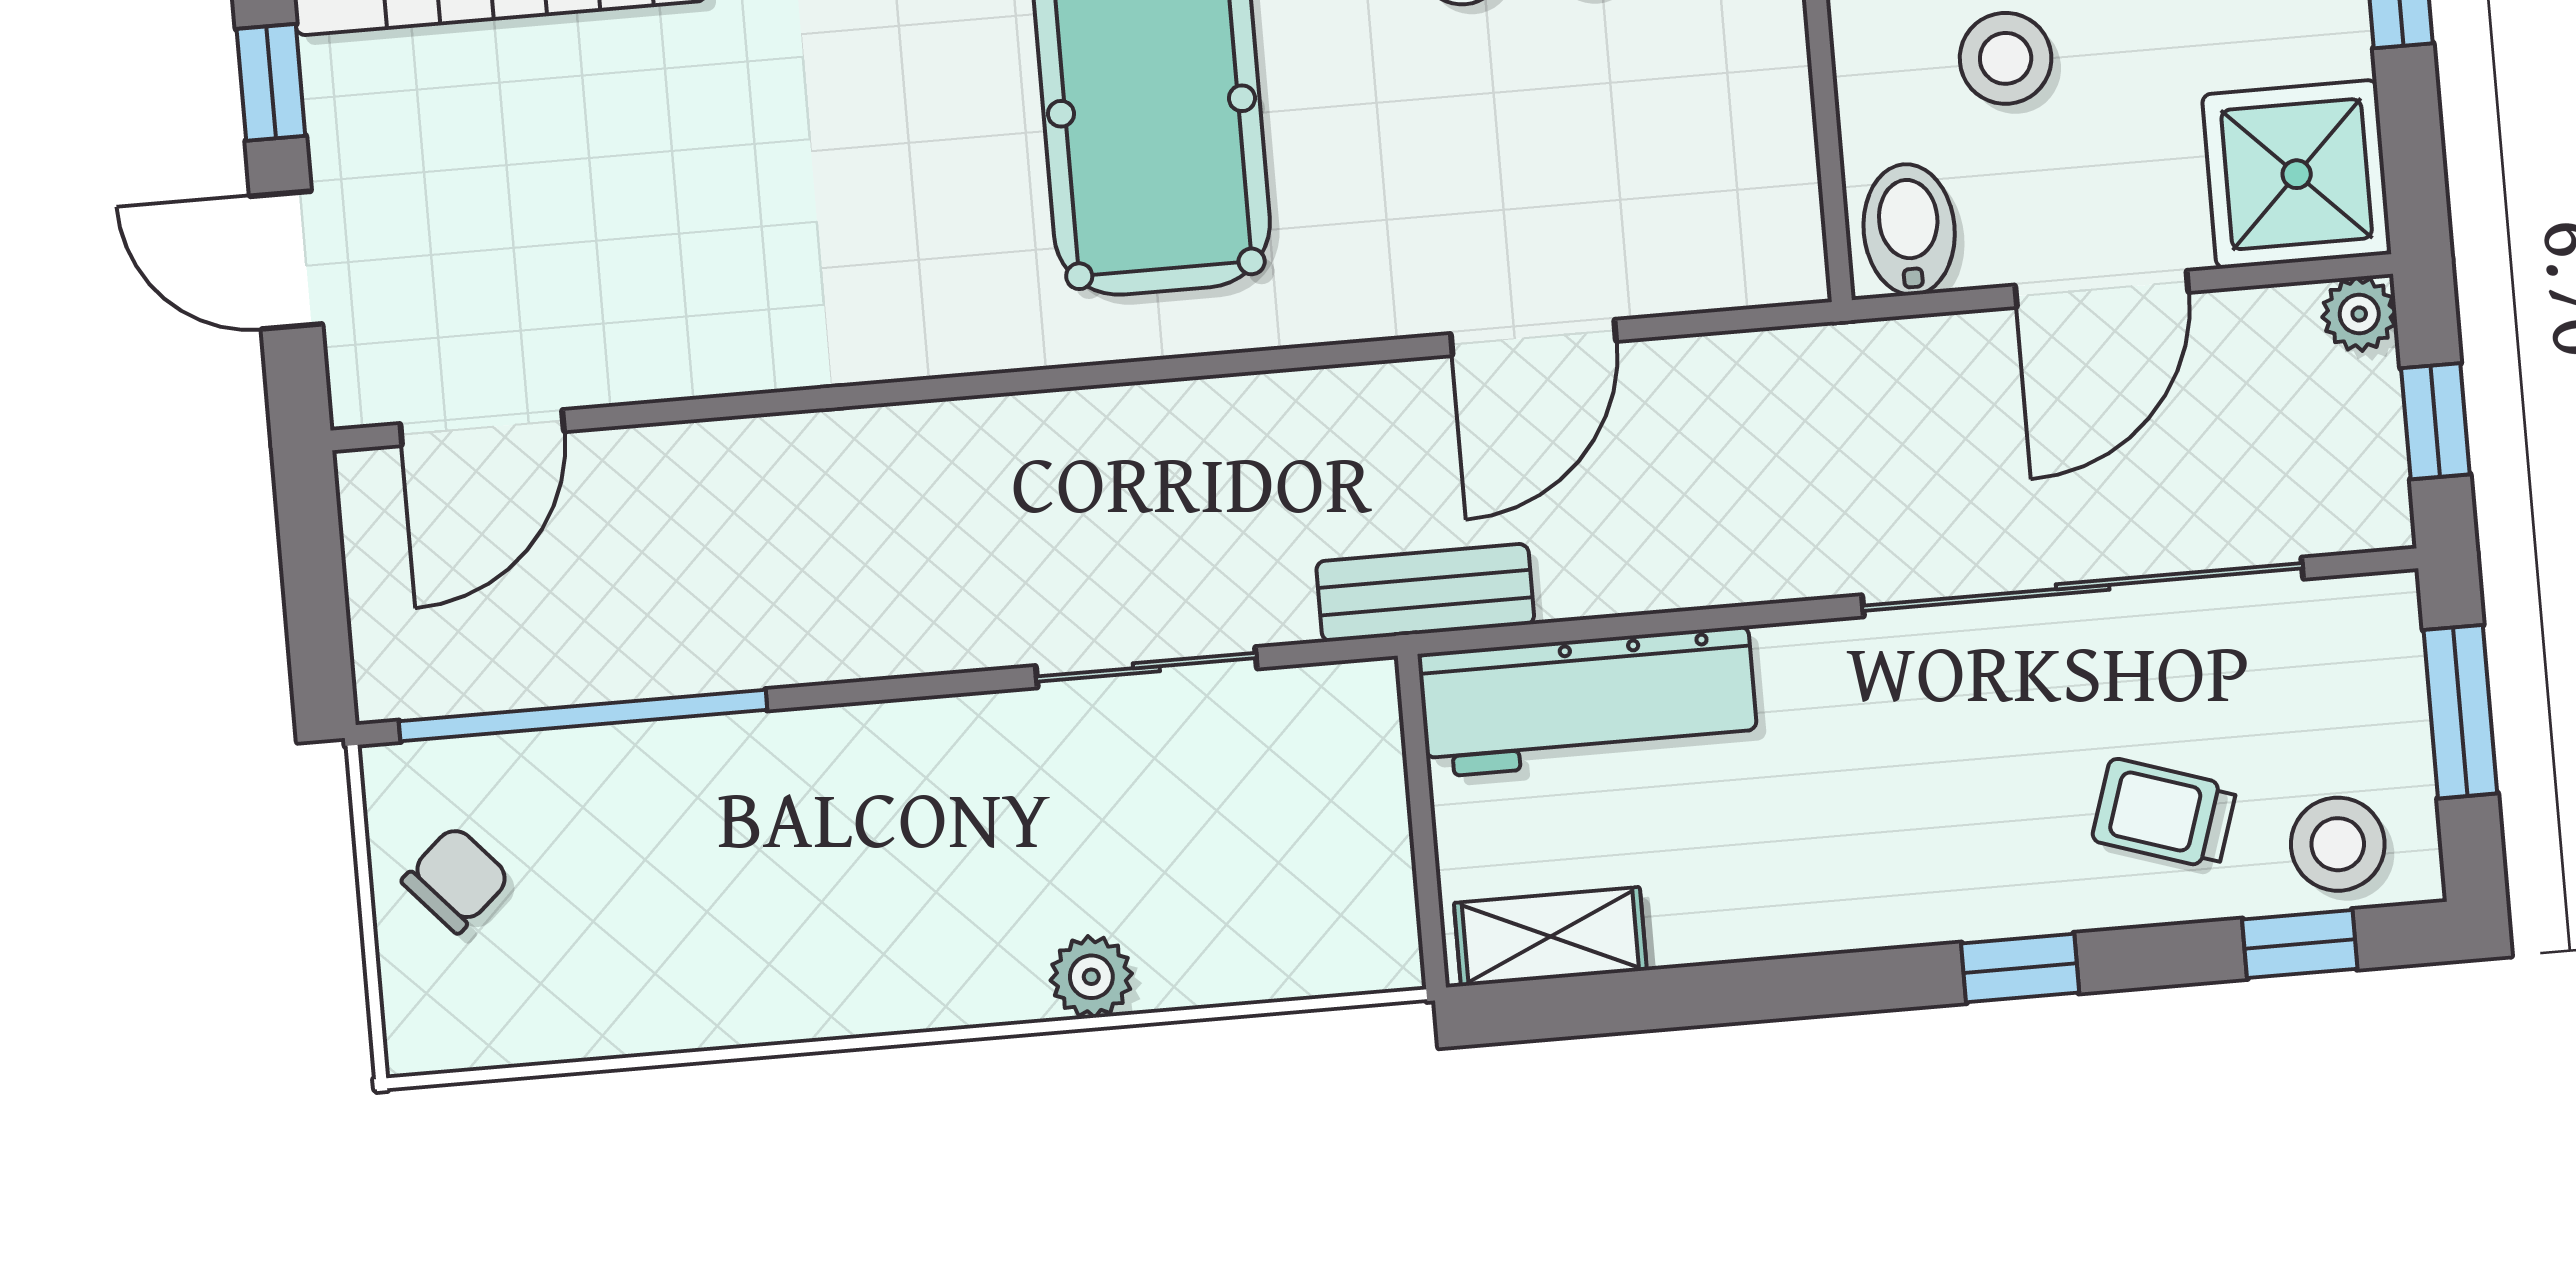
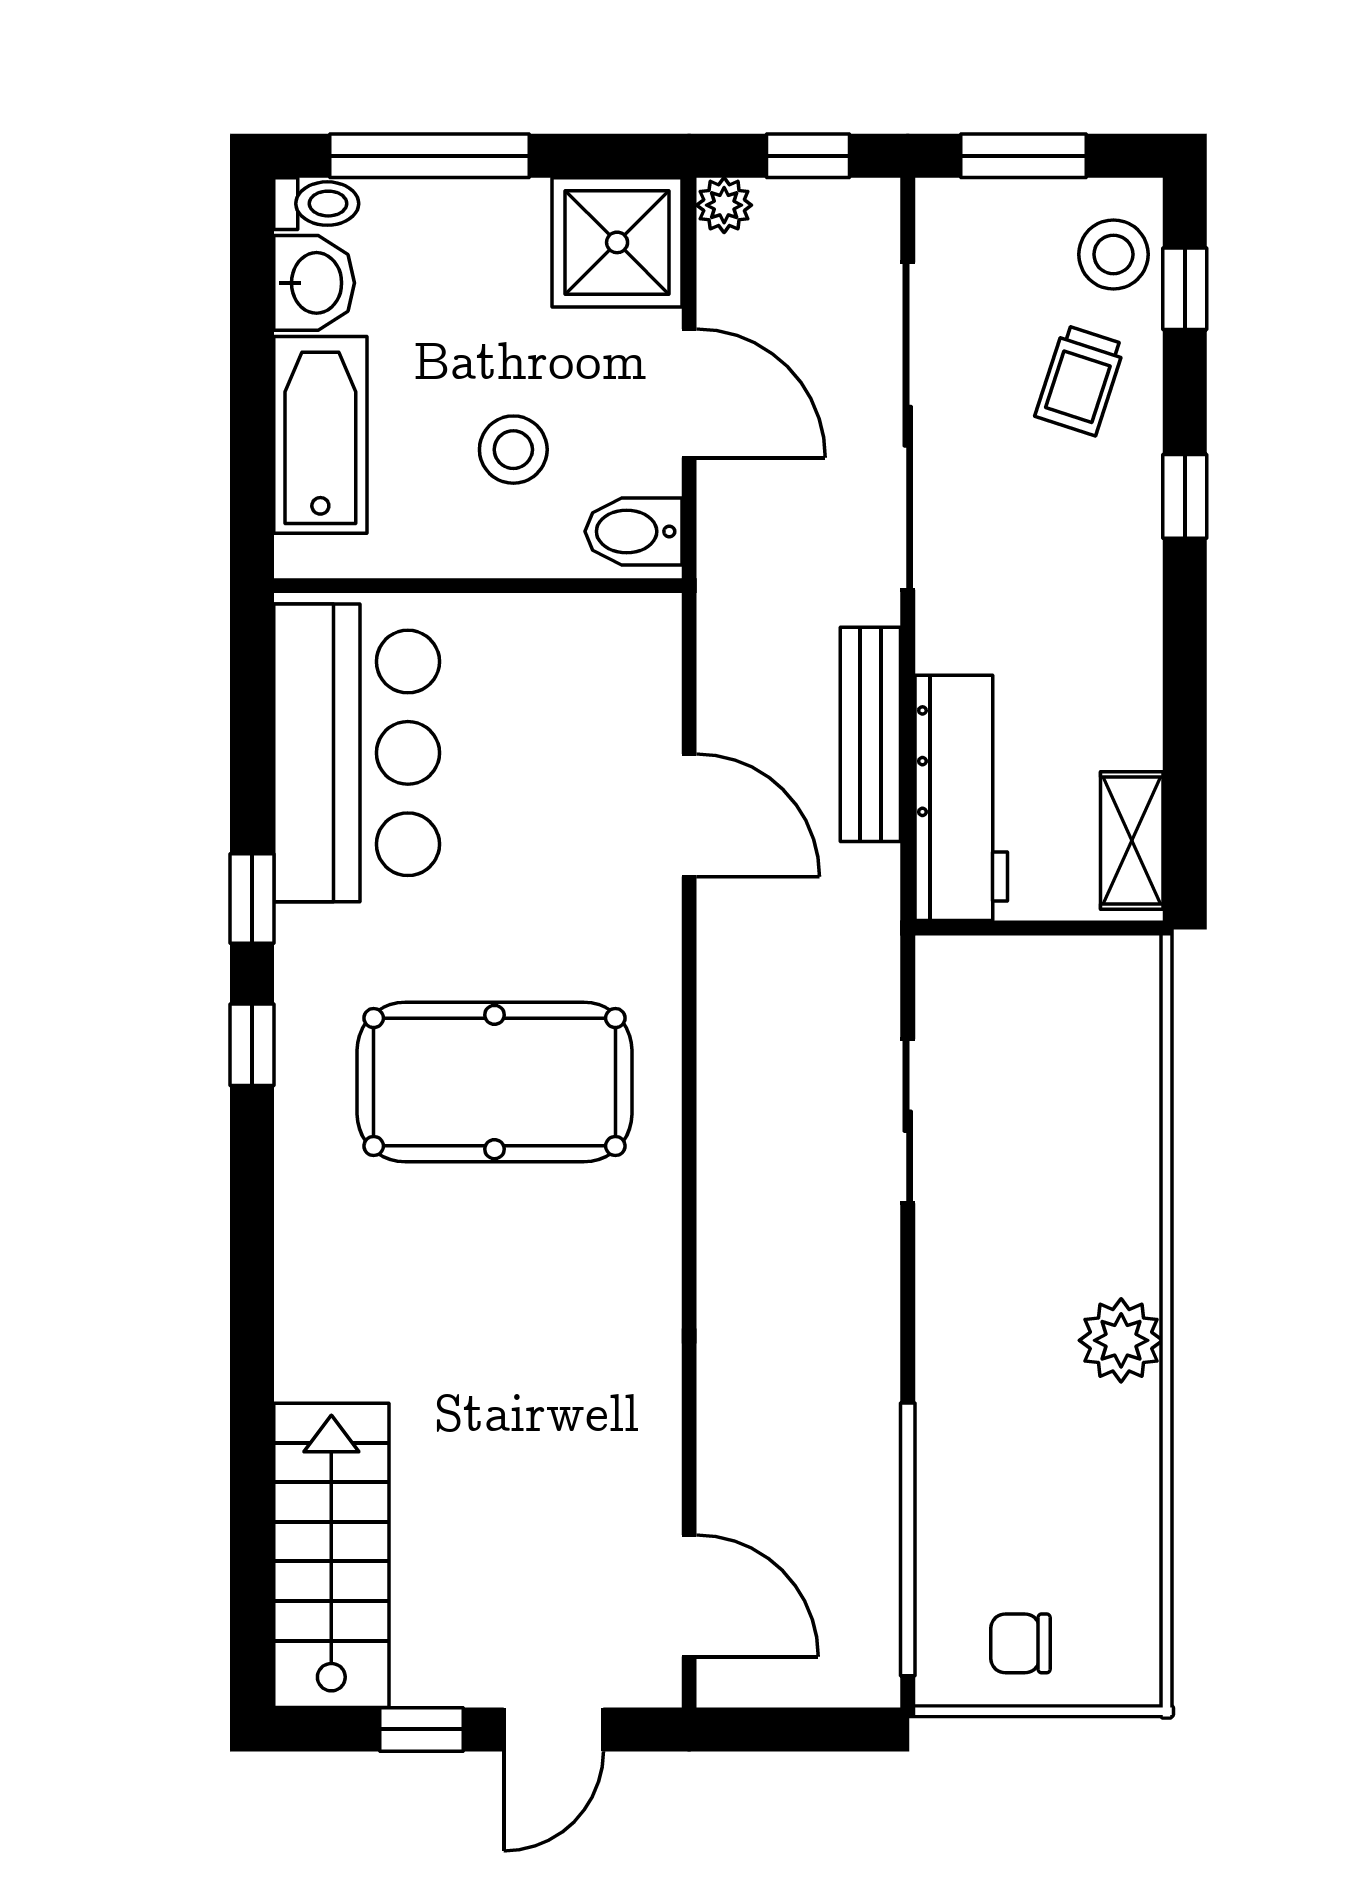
bench: (1425, 593) -> (870, 734), moved, width x1.36
chair: (456, 879) -> (1020, 1643), turned -48
plant: (1091, 977) -> (1121, 1340), moved, width x1.38, depth x1.38

